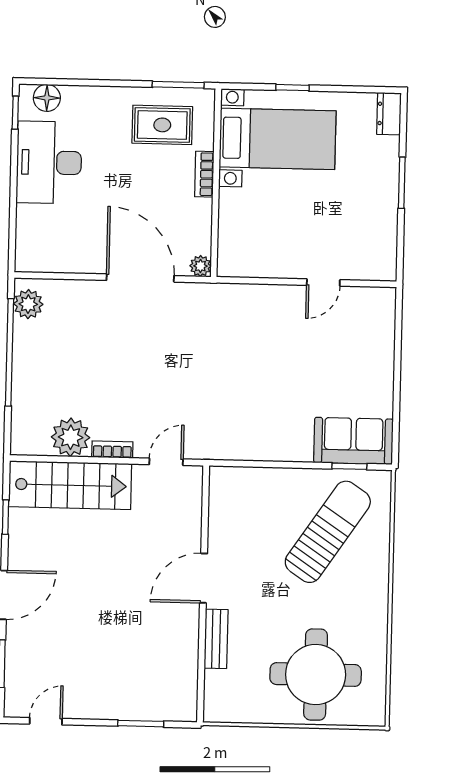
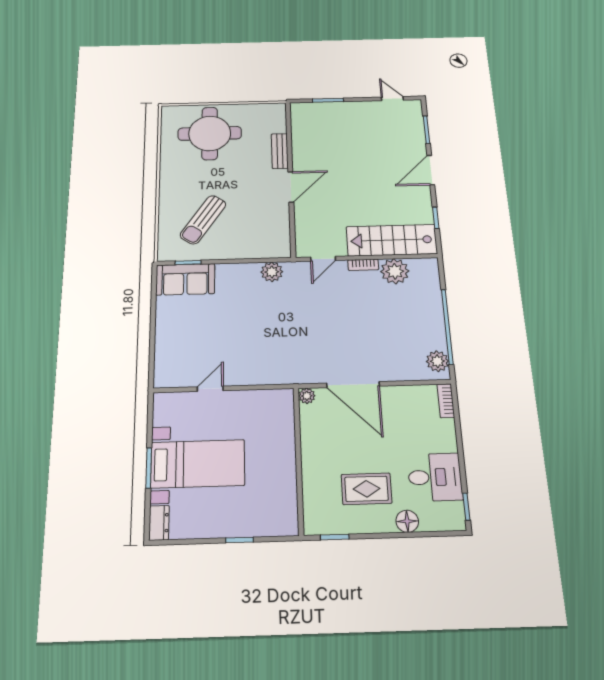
window: (178, 85) -> (335, 537), width x0.67
floor lamp: (47, 98) -> (407, 521), moved
rug: (162, 125) -> (366, 489), moved
bed with nightstands: (278, 139) -> (198, 464), moved, turned 180
desk: (49, 162) -> (435, 477), width x0.73
bookcase: (204, 174) -> (446, 401), moved, turned 180
plant: (237, 446) -> (272, 272), added
sun lounger: (328, 532) -> (203, 220), width x0.73, depth x0.75
door: (46, 721) -> (392, 99), swing flipped

